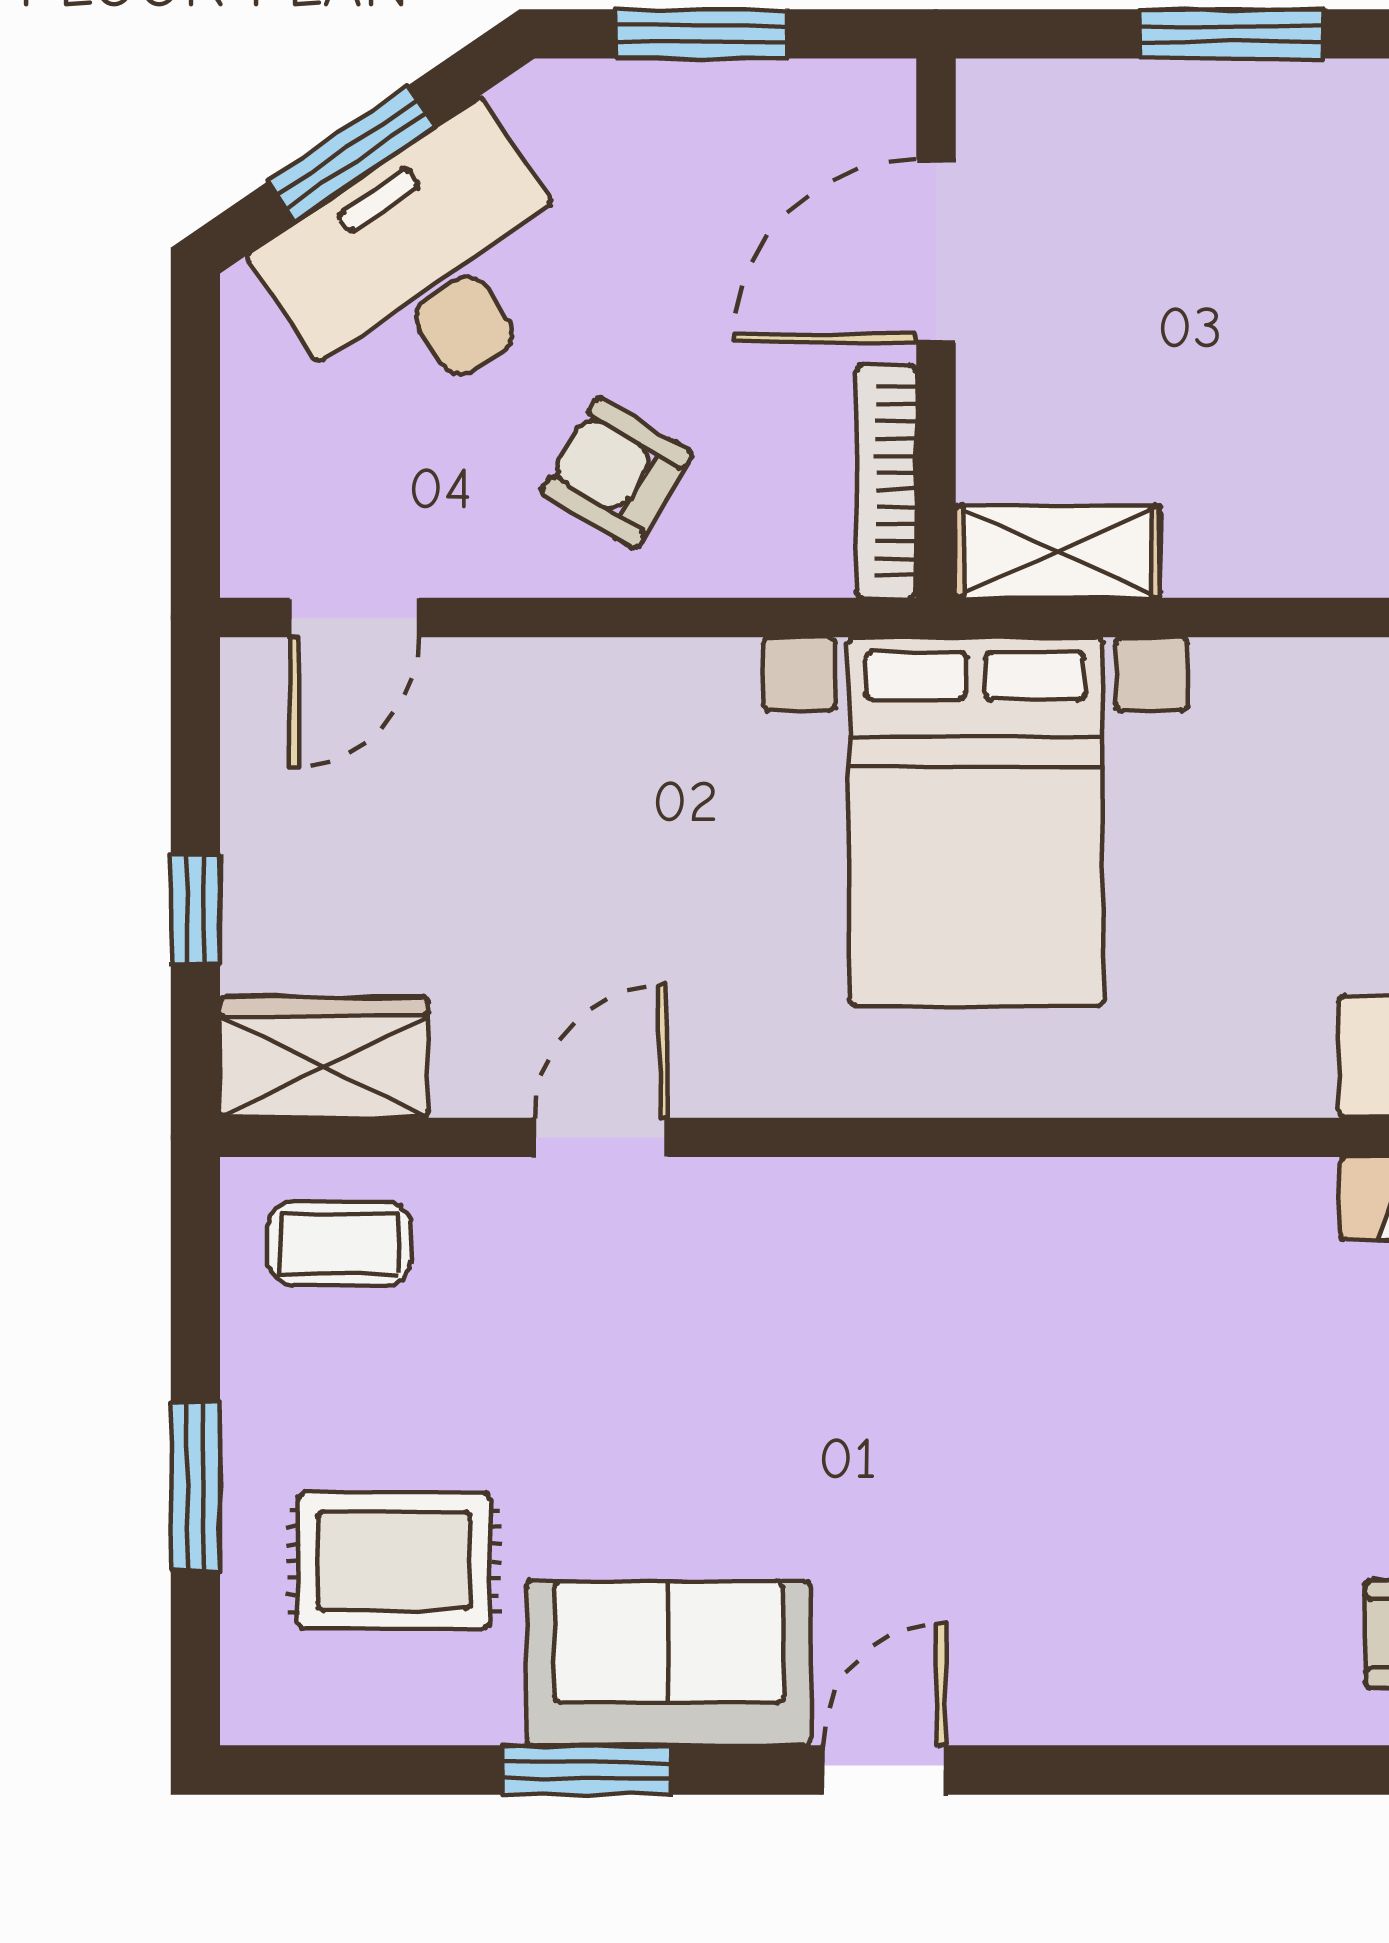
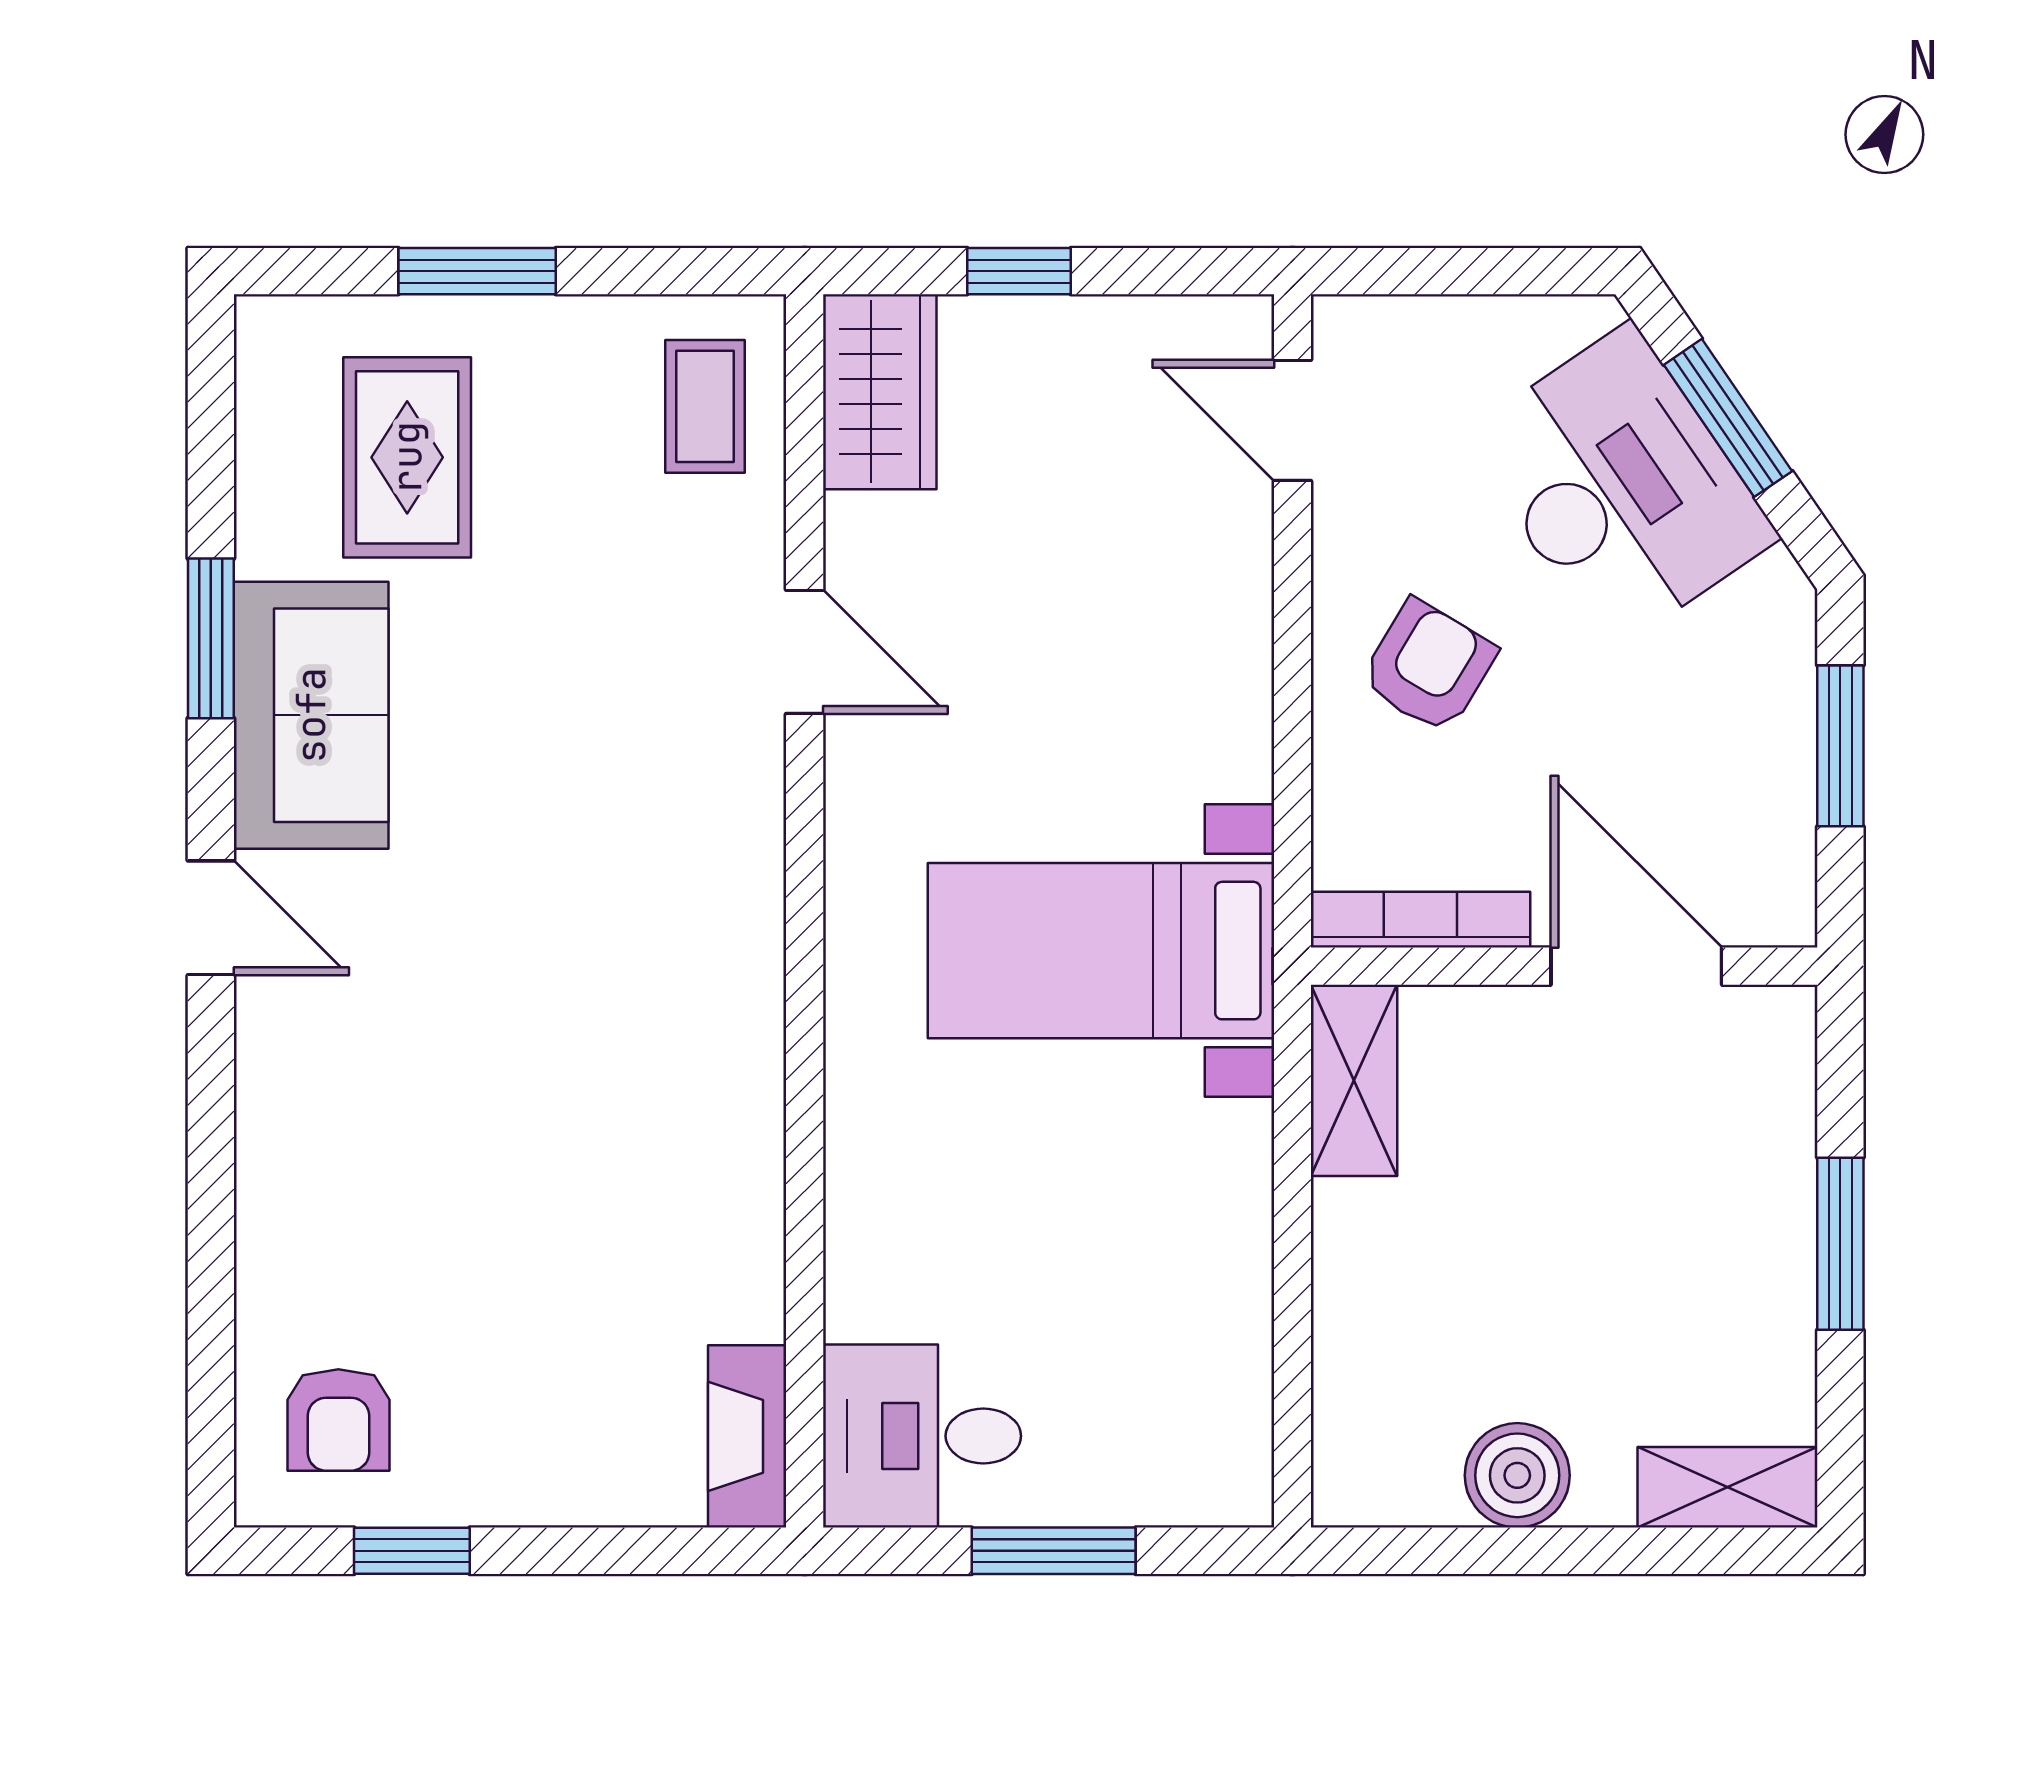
bed with nightstands: (976, 822) -> (1101, 951), width x0.73

